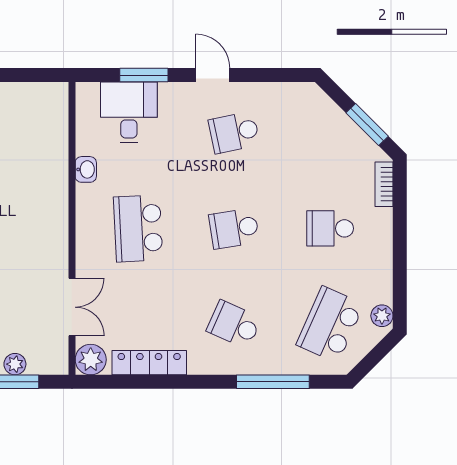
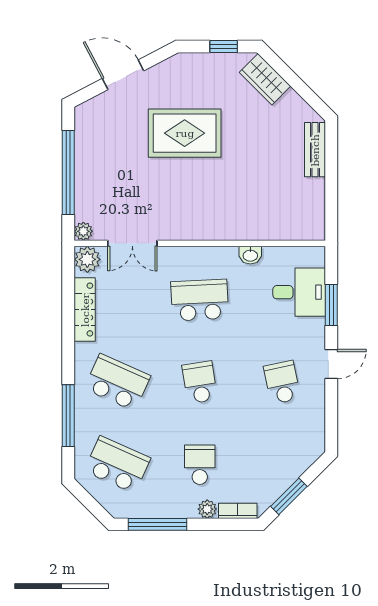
window: (400, 278) -> (158, 524), added
plant: (382, 316) -> (207, 509), moved
school desk: (234, 324) -> (117, 382), width x1.85
plant: (15, 364) -> (83, 231), moved

